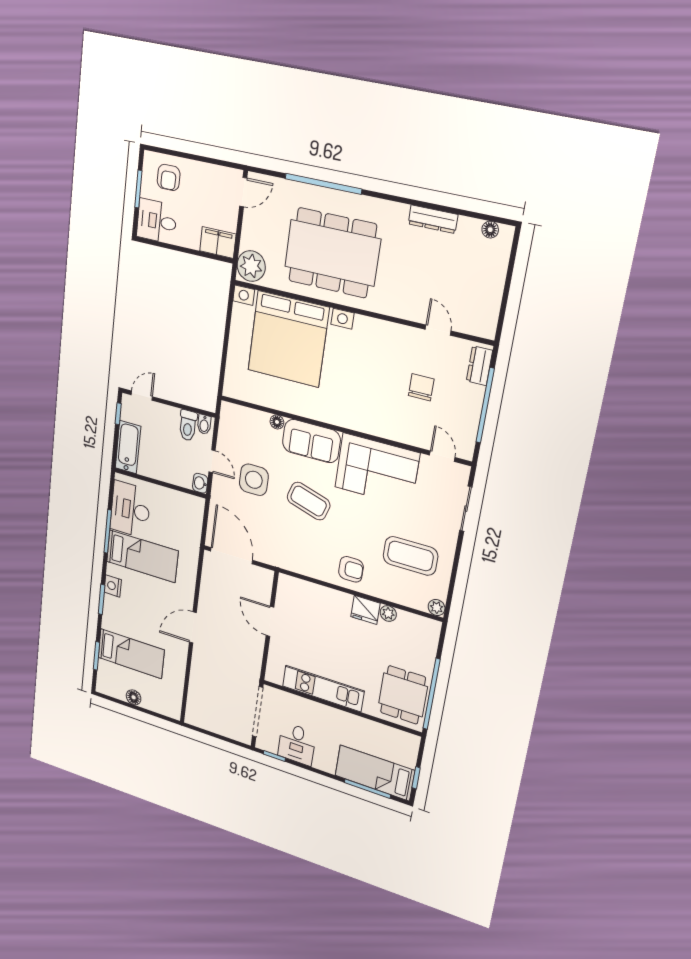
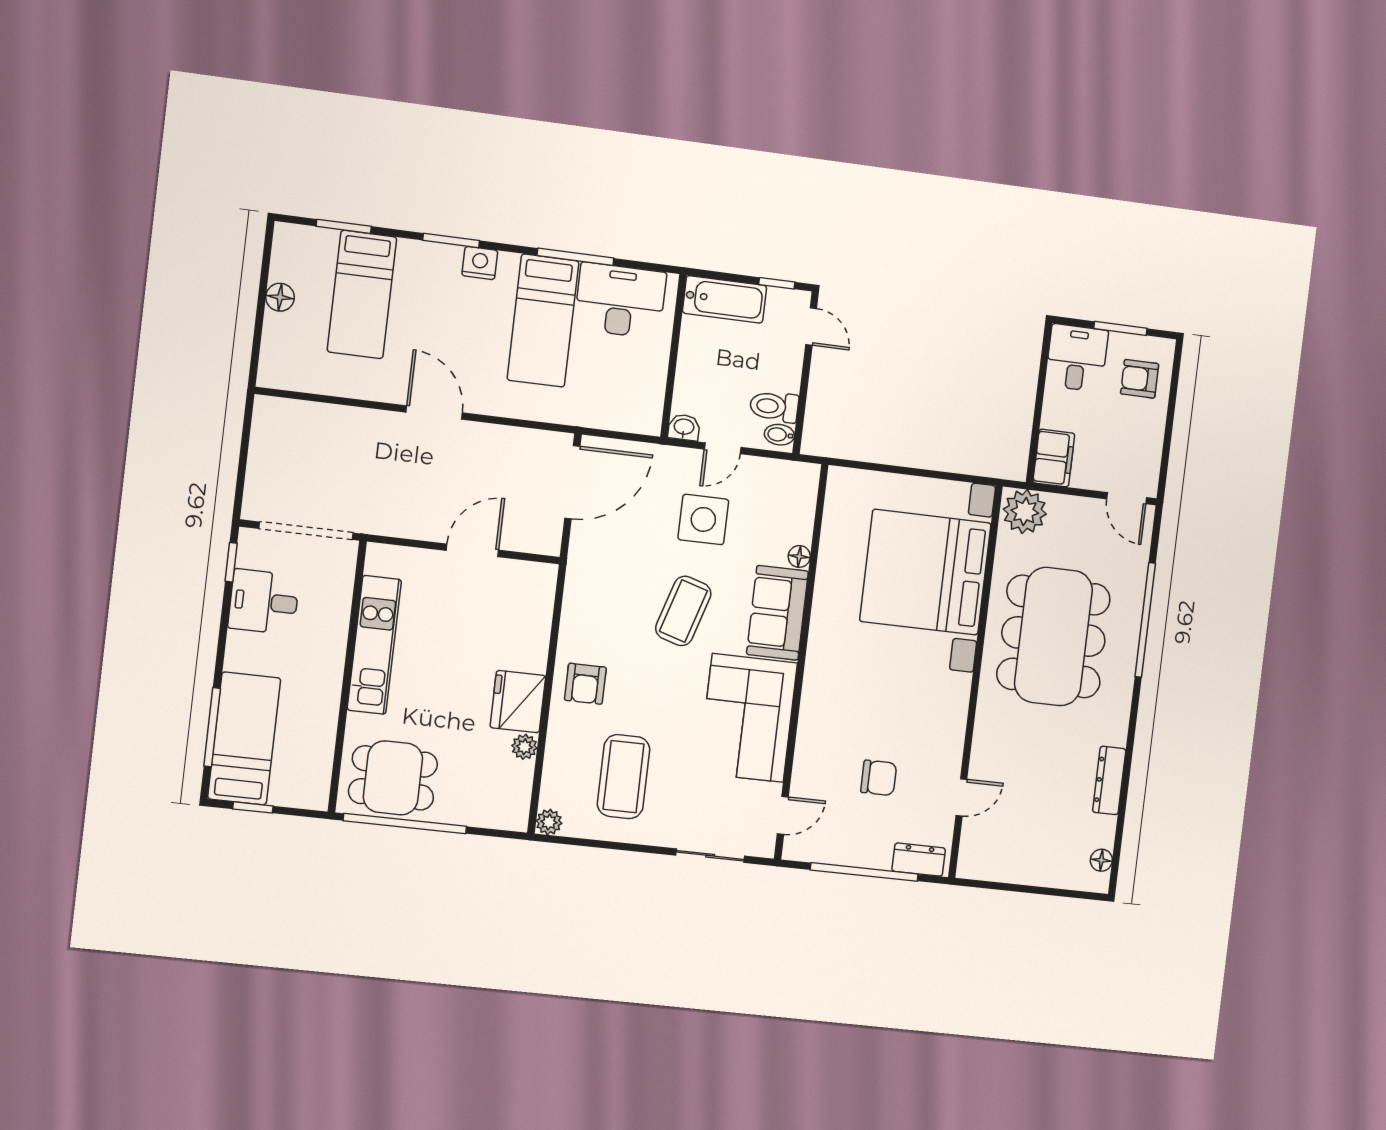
fridge: (365, 610) -> (518, 702), width x1.36, depth x1.34

